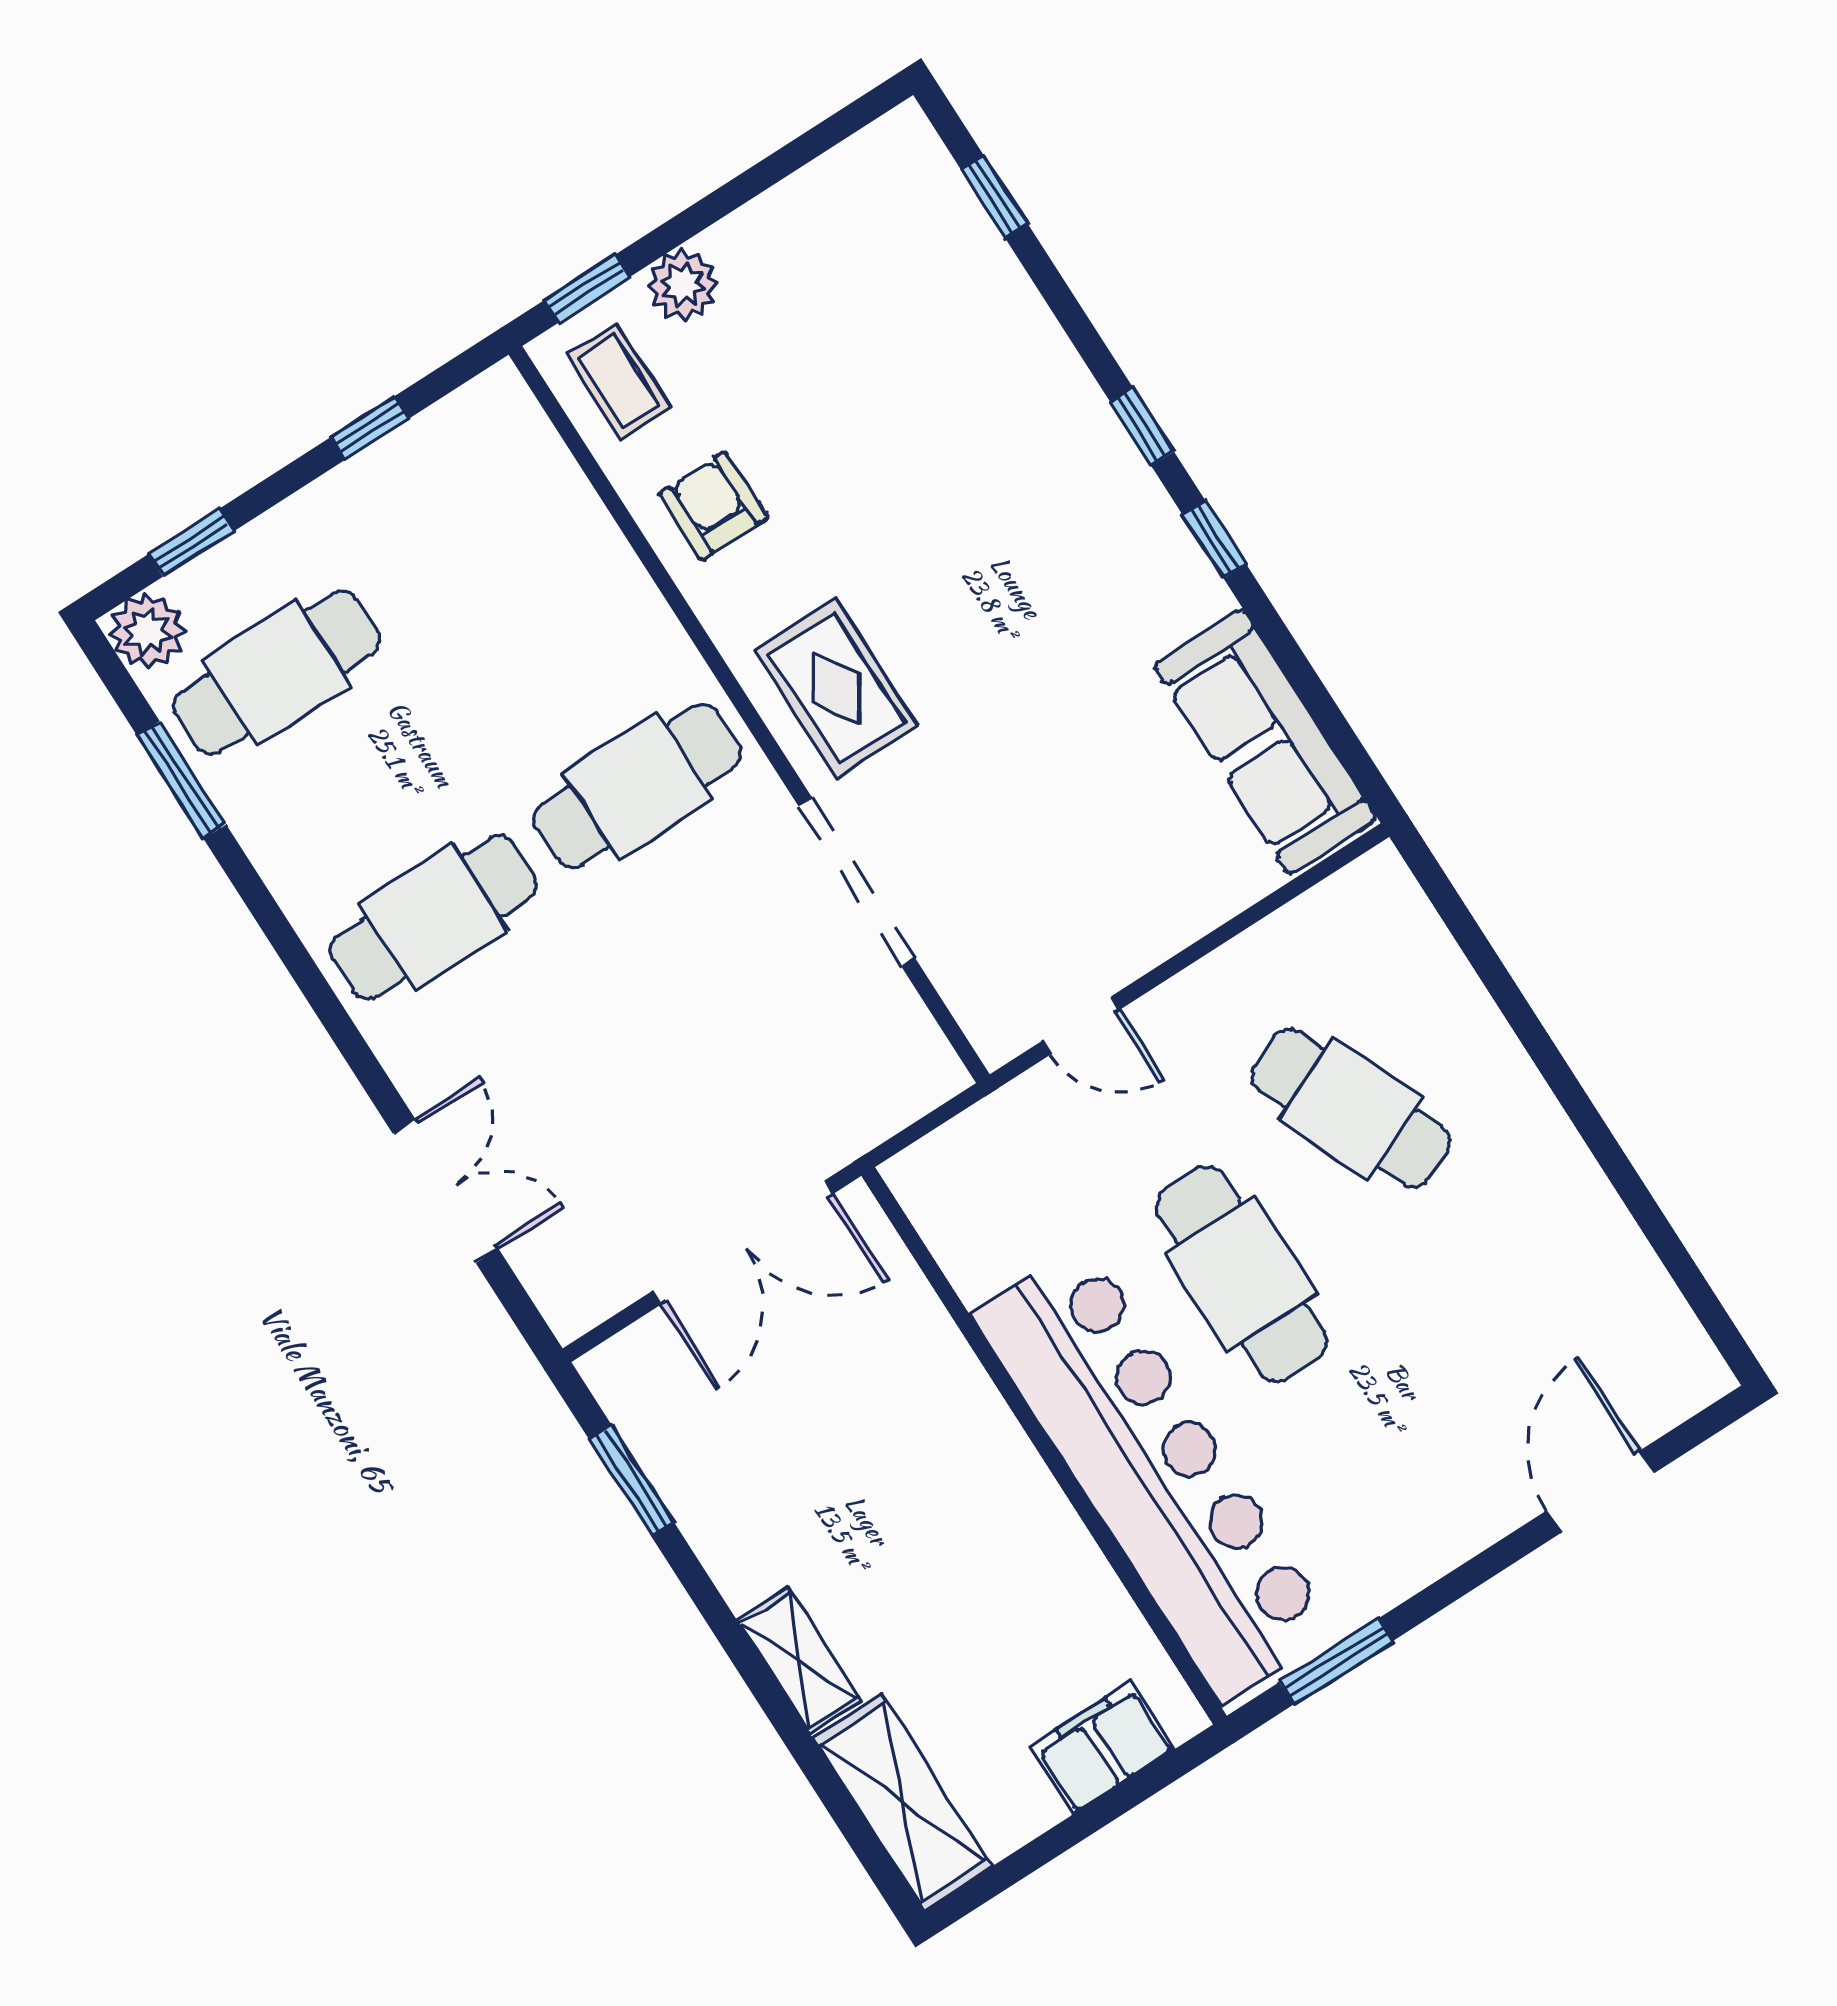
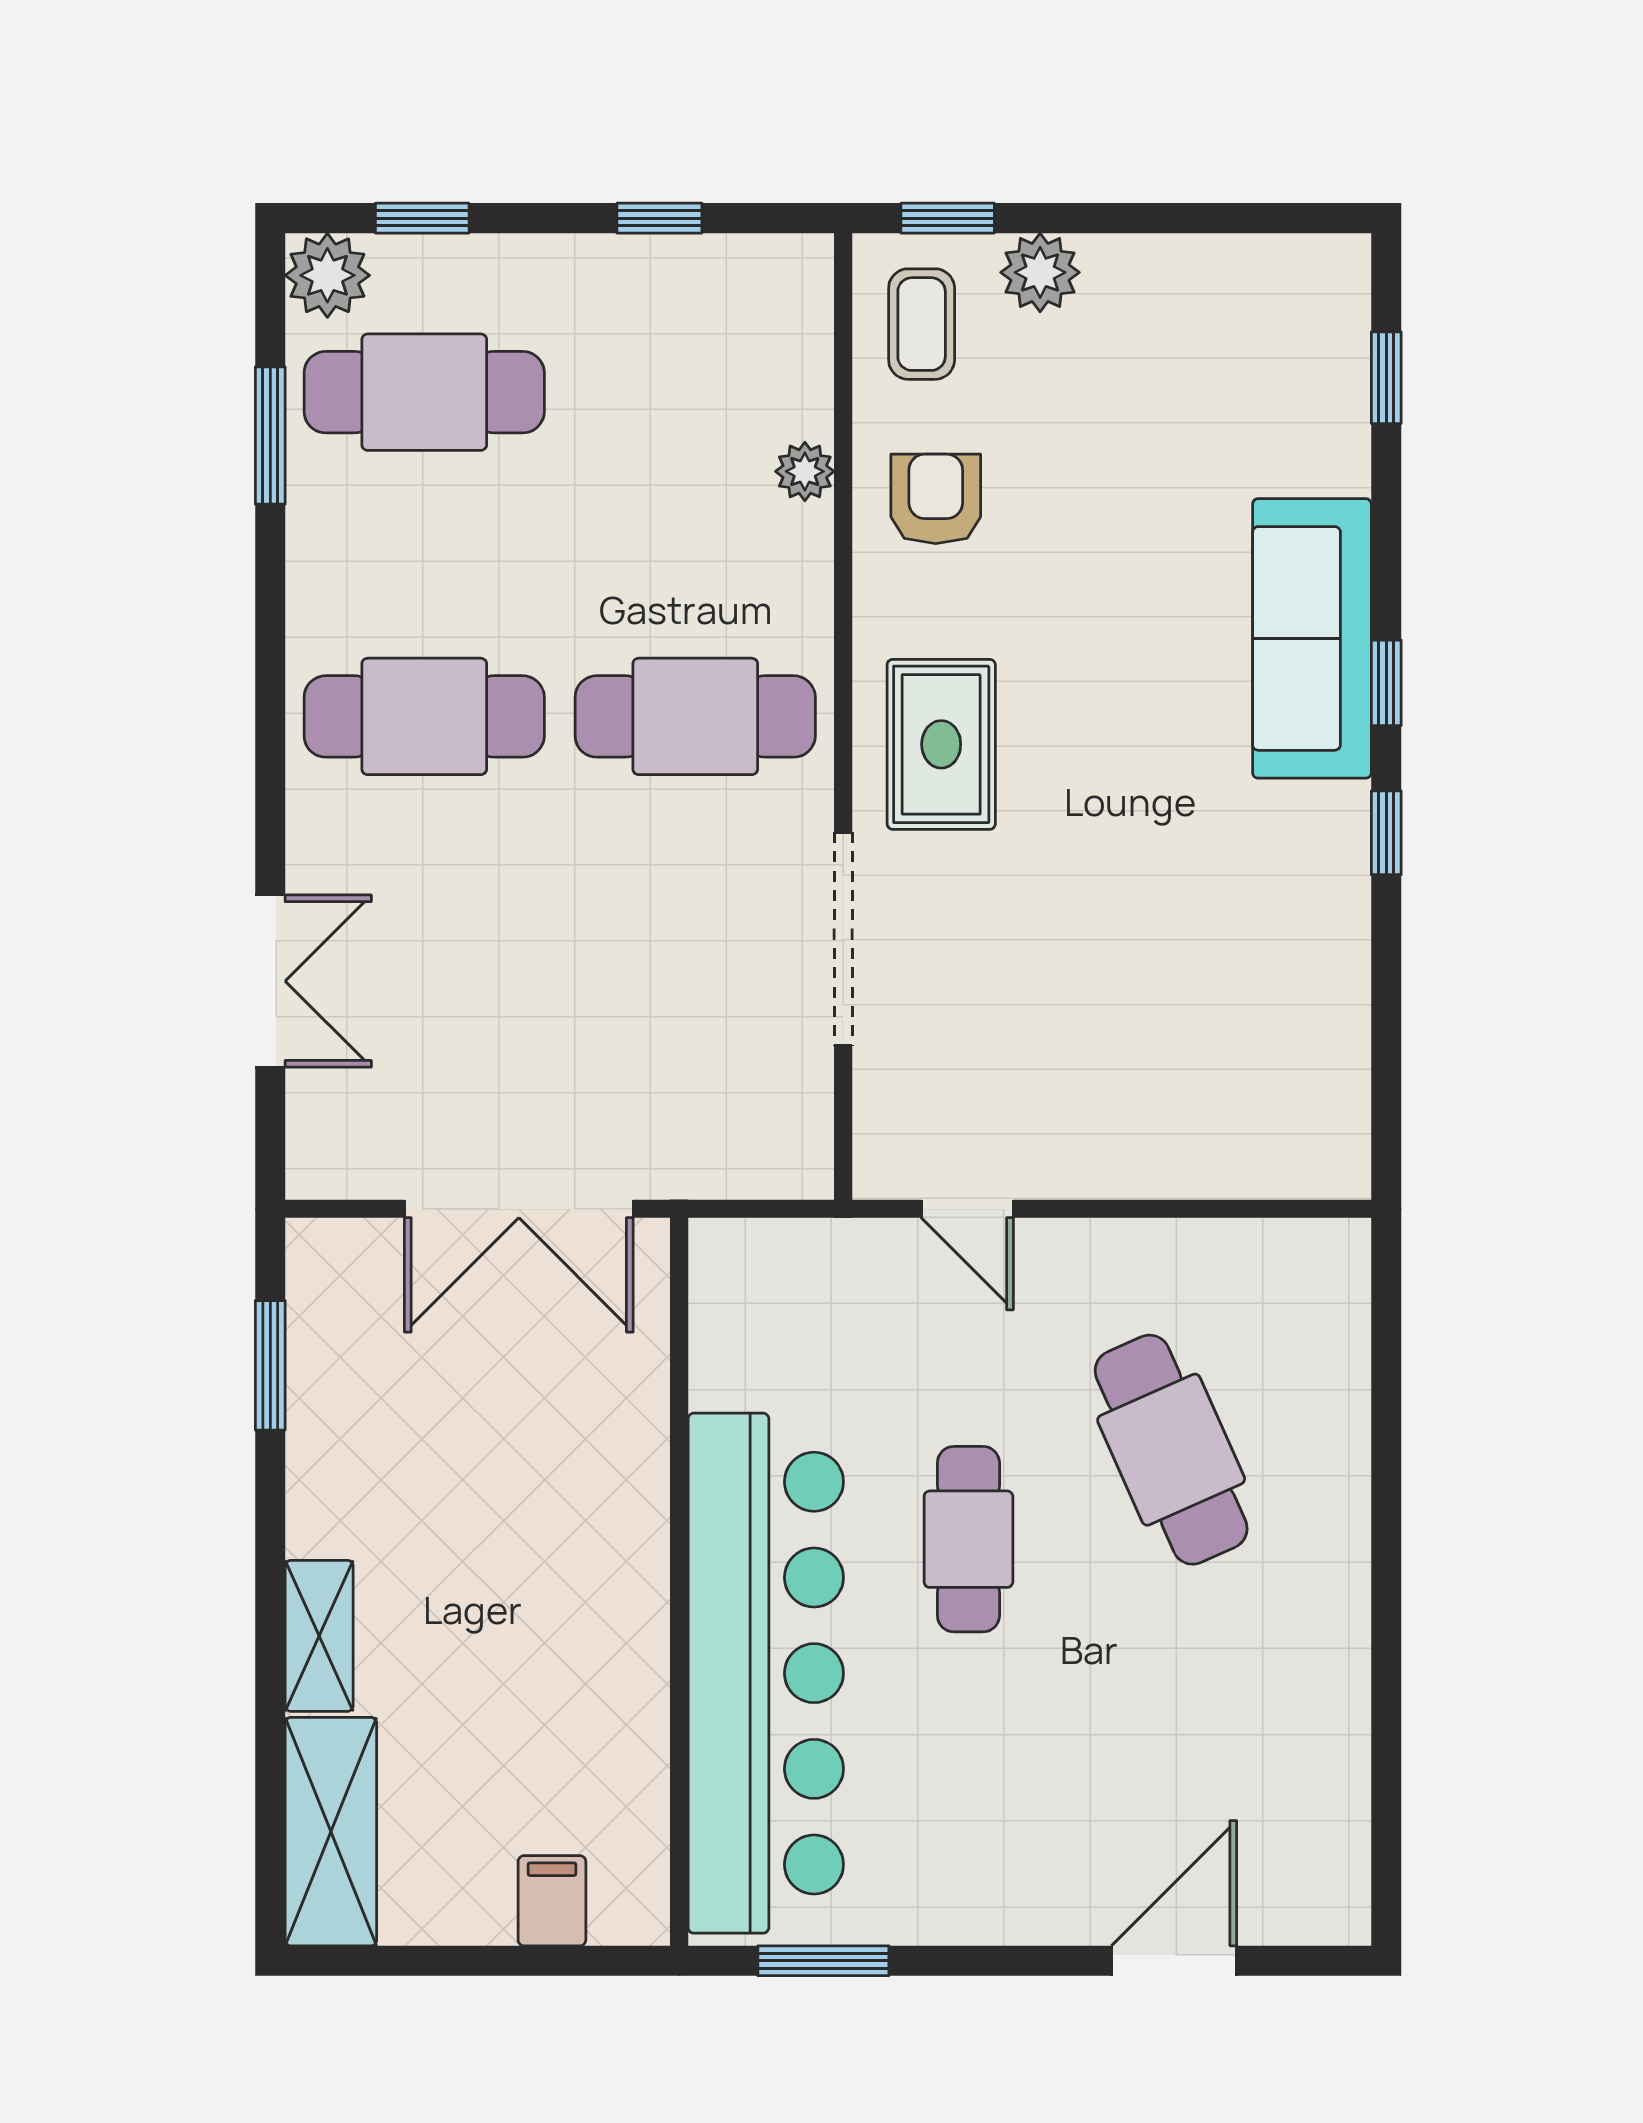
plant: (602, 549) -> (805, 471), added
sofa: (1265, 742) -> (1312, 638), moved
cafe table: (1241, 1274) -> (968, 1539), width x0.73, depth x0.74
filing cabinet: (1102, 1748) -> (552, 1901), width x0.50

